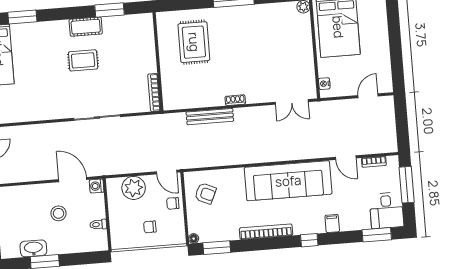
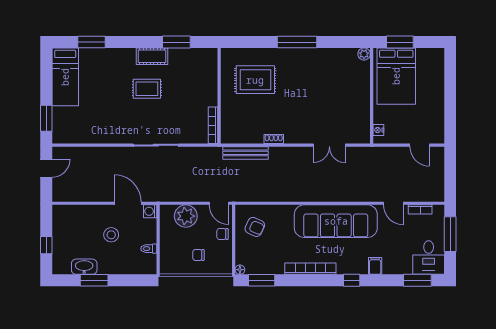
rug: (194, 42) -> (255, 80), turned 90
door: (368, 96) -> (420, 145), swing flipped
shoe rack: (235, 100) -> (274, 139), moved
double door: (292, 102) -> (329, 145), moved
bench: (210, 117) -> (246, 153), moved

